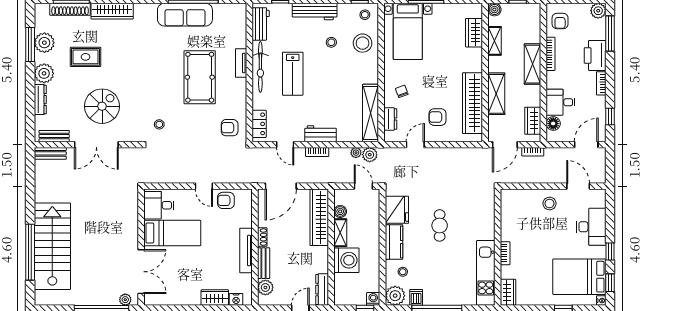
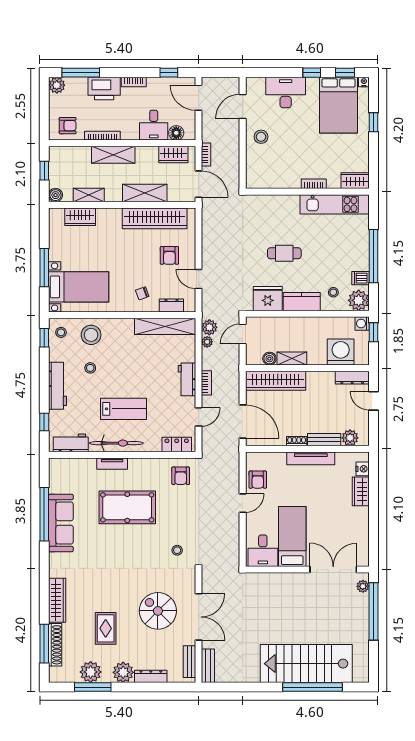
washing machine: (346, 260) -> (341, 352), moved

